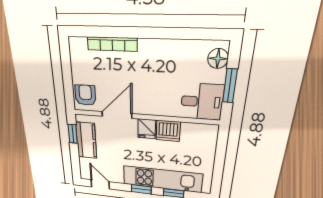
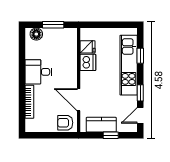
desk: (202, 102) -> (38, 72), moved, turned -90
fridge: (147, 129) -> (88, 47), moved
window: (73, 134) -> (111, 135), moved
window: (141, 189) -> (140, 93), moved

